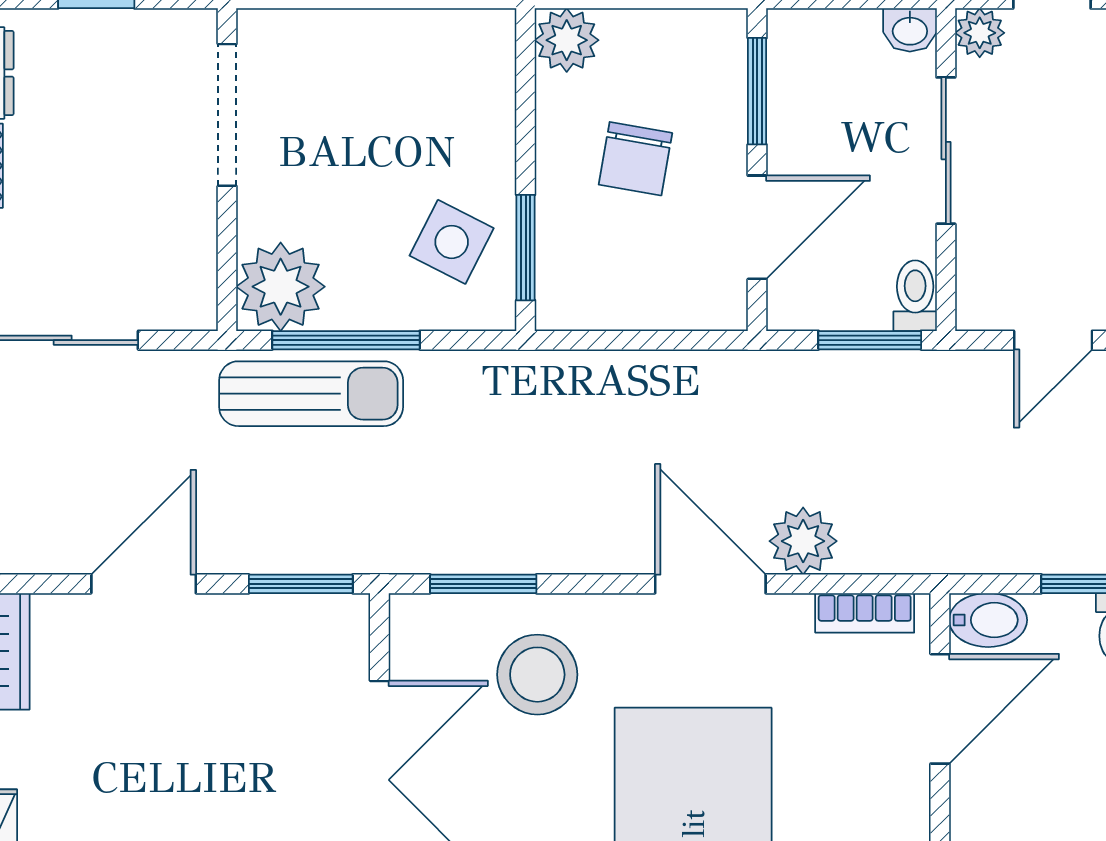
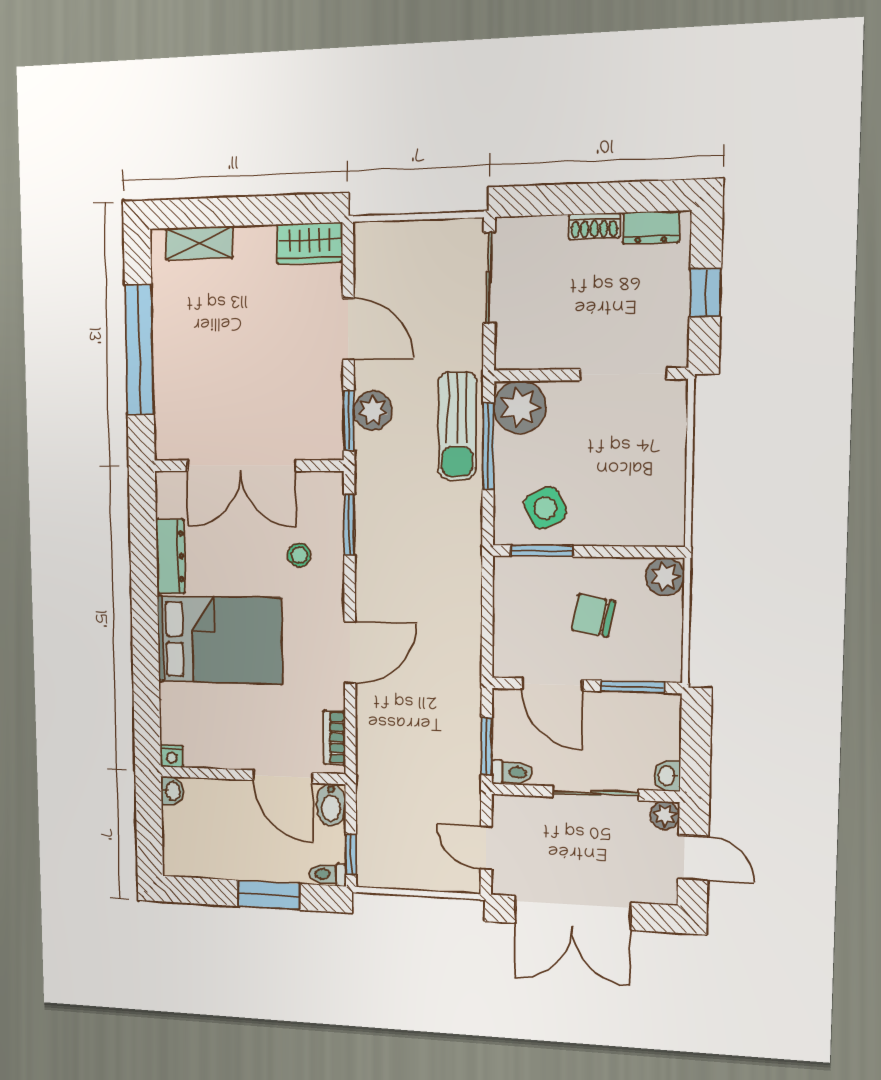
side table: (452, 242) -> (545, 508), turned 37
plant: (803, 541) -> (373, 411), moved
stool: (537, 675) -> (299, 555), width x0.53, depth x0.53

